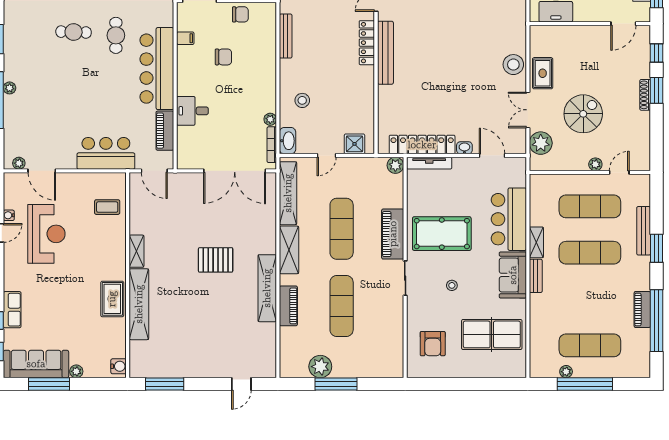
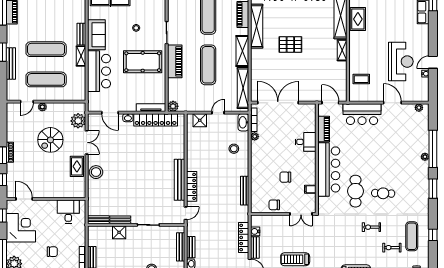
door: (623, 24) -> (24, 199), hinge flipped
cafe table: (116, 35) -> (356, 191), width x1.37, depth x1.35
door: (42, 171) -> (392, 103), moved
reception desk: (46, 234) -> (401, 62), turned 180

